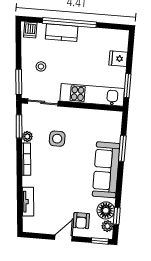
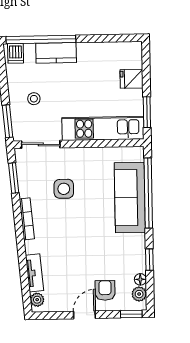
window: (69, 23) -> (41, 40), moved
plant: (27, 136) -> (37, 300), moved
window: (122, 148) -> (148, 193), width x2.11
sofa: (106, 170) -> (130, 198), moved
floor lamp: (106, 210) -> (140, 279), width x0.53, depth x0.53
window: (117, 216) -> (149, 260), moved
armchair: (81, 221) -> (105, 290), turned 180

